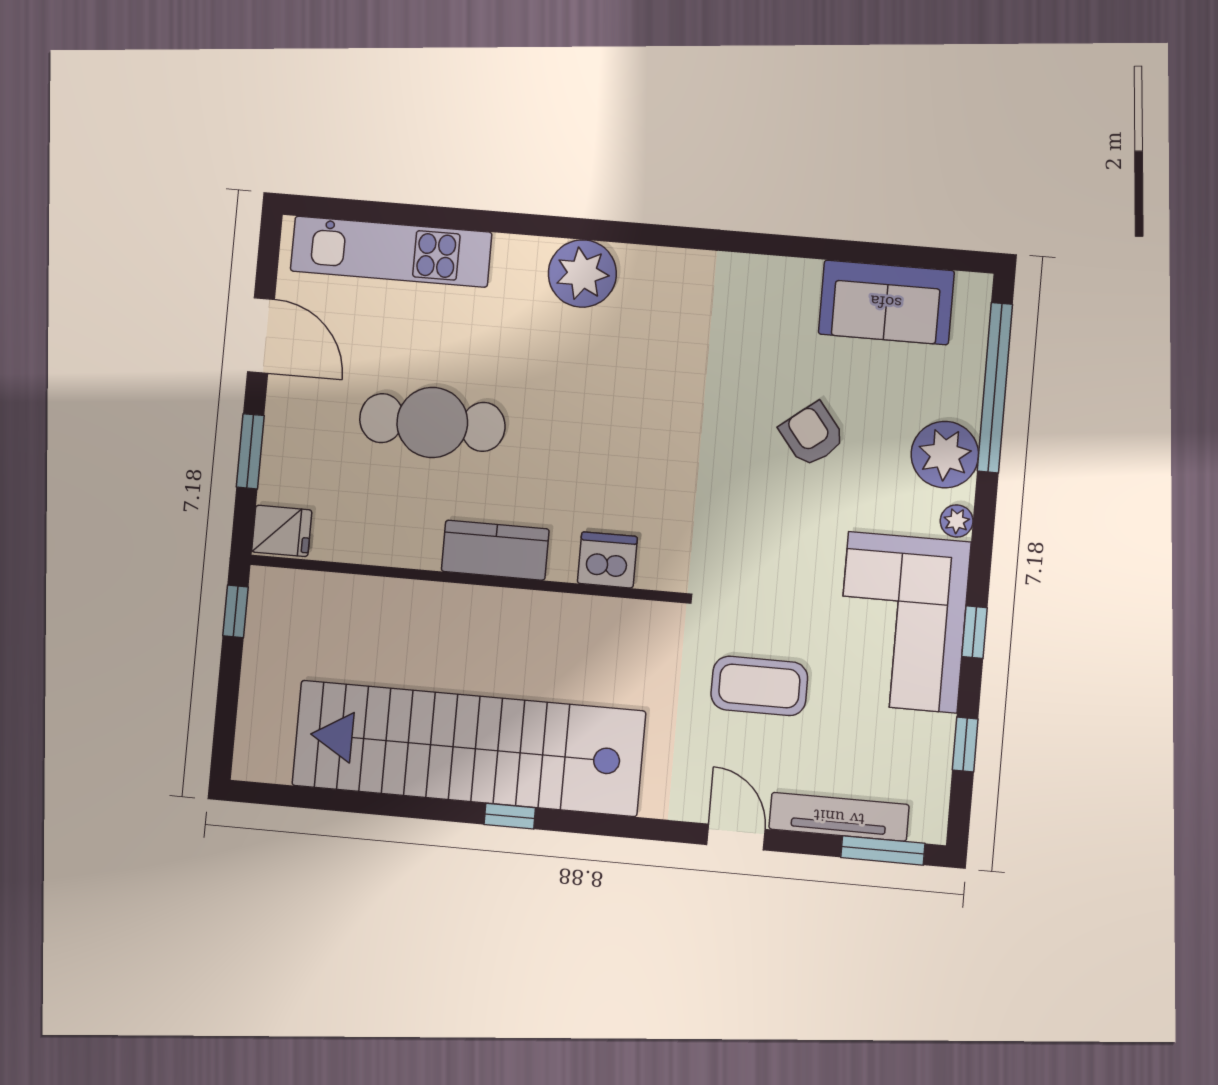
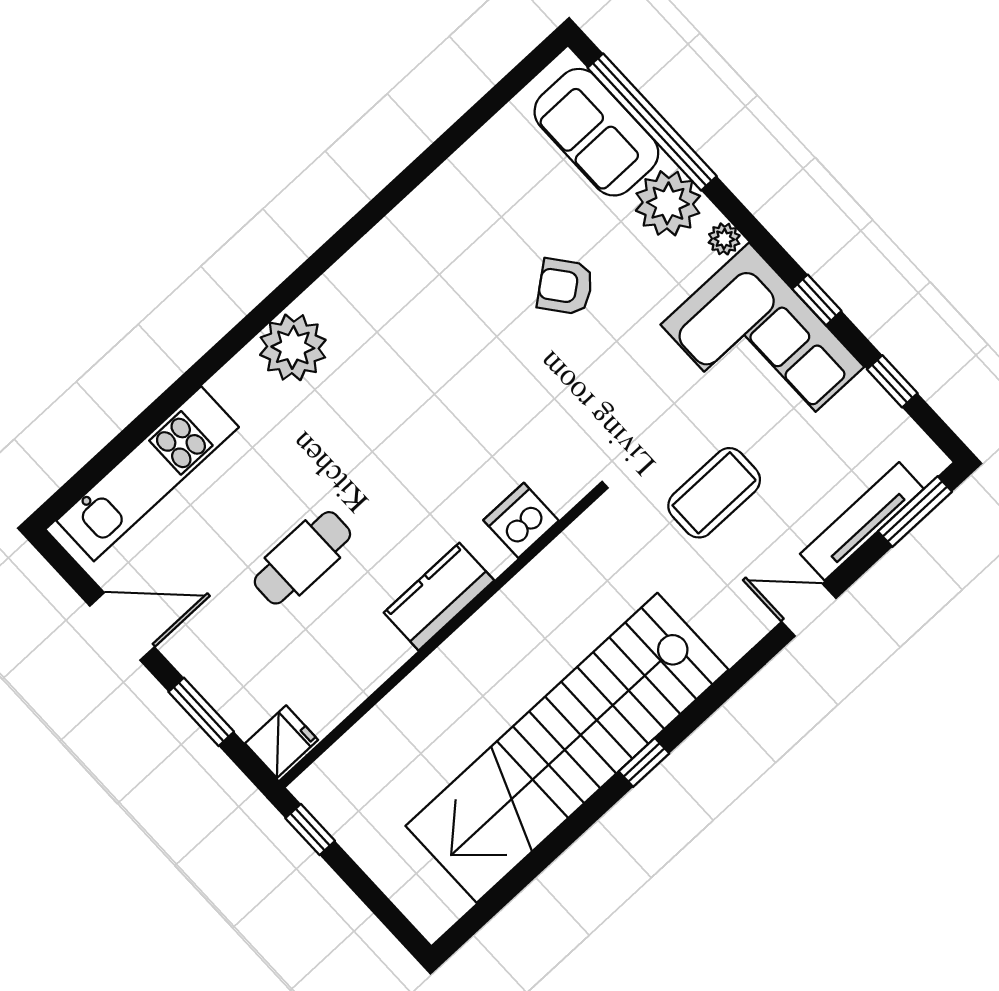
sofa: (886, 302) -> (596, 132), moved, turned 90
cafe table: (432, 423) -> (302, 558), width x0.73, depth x0.74

